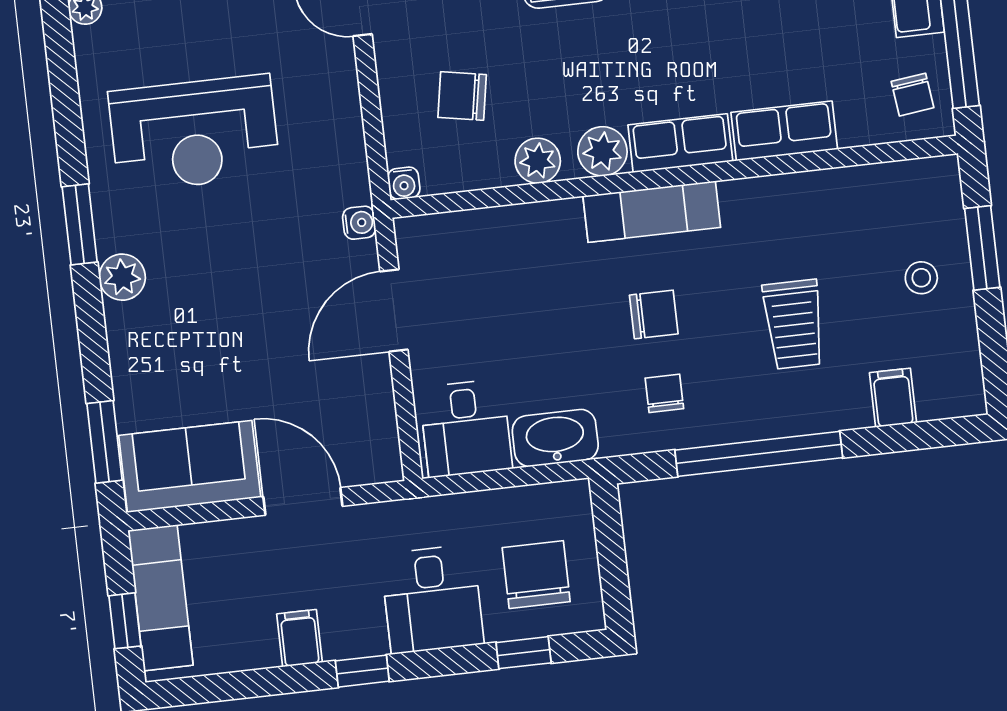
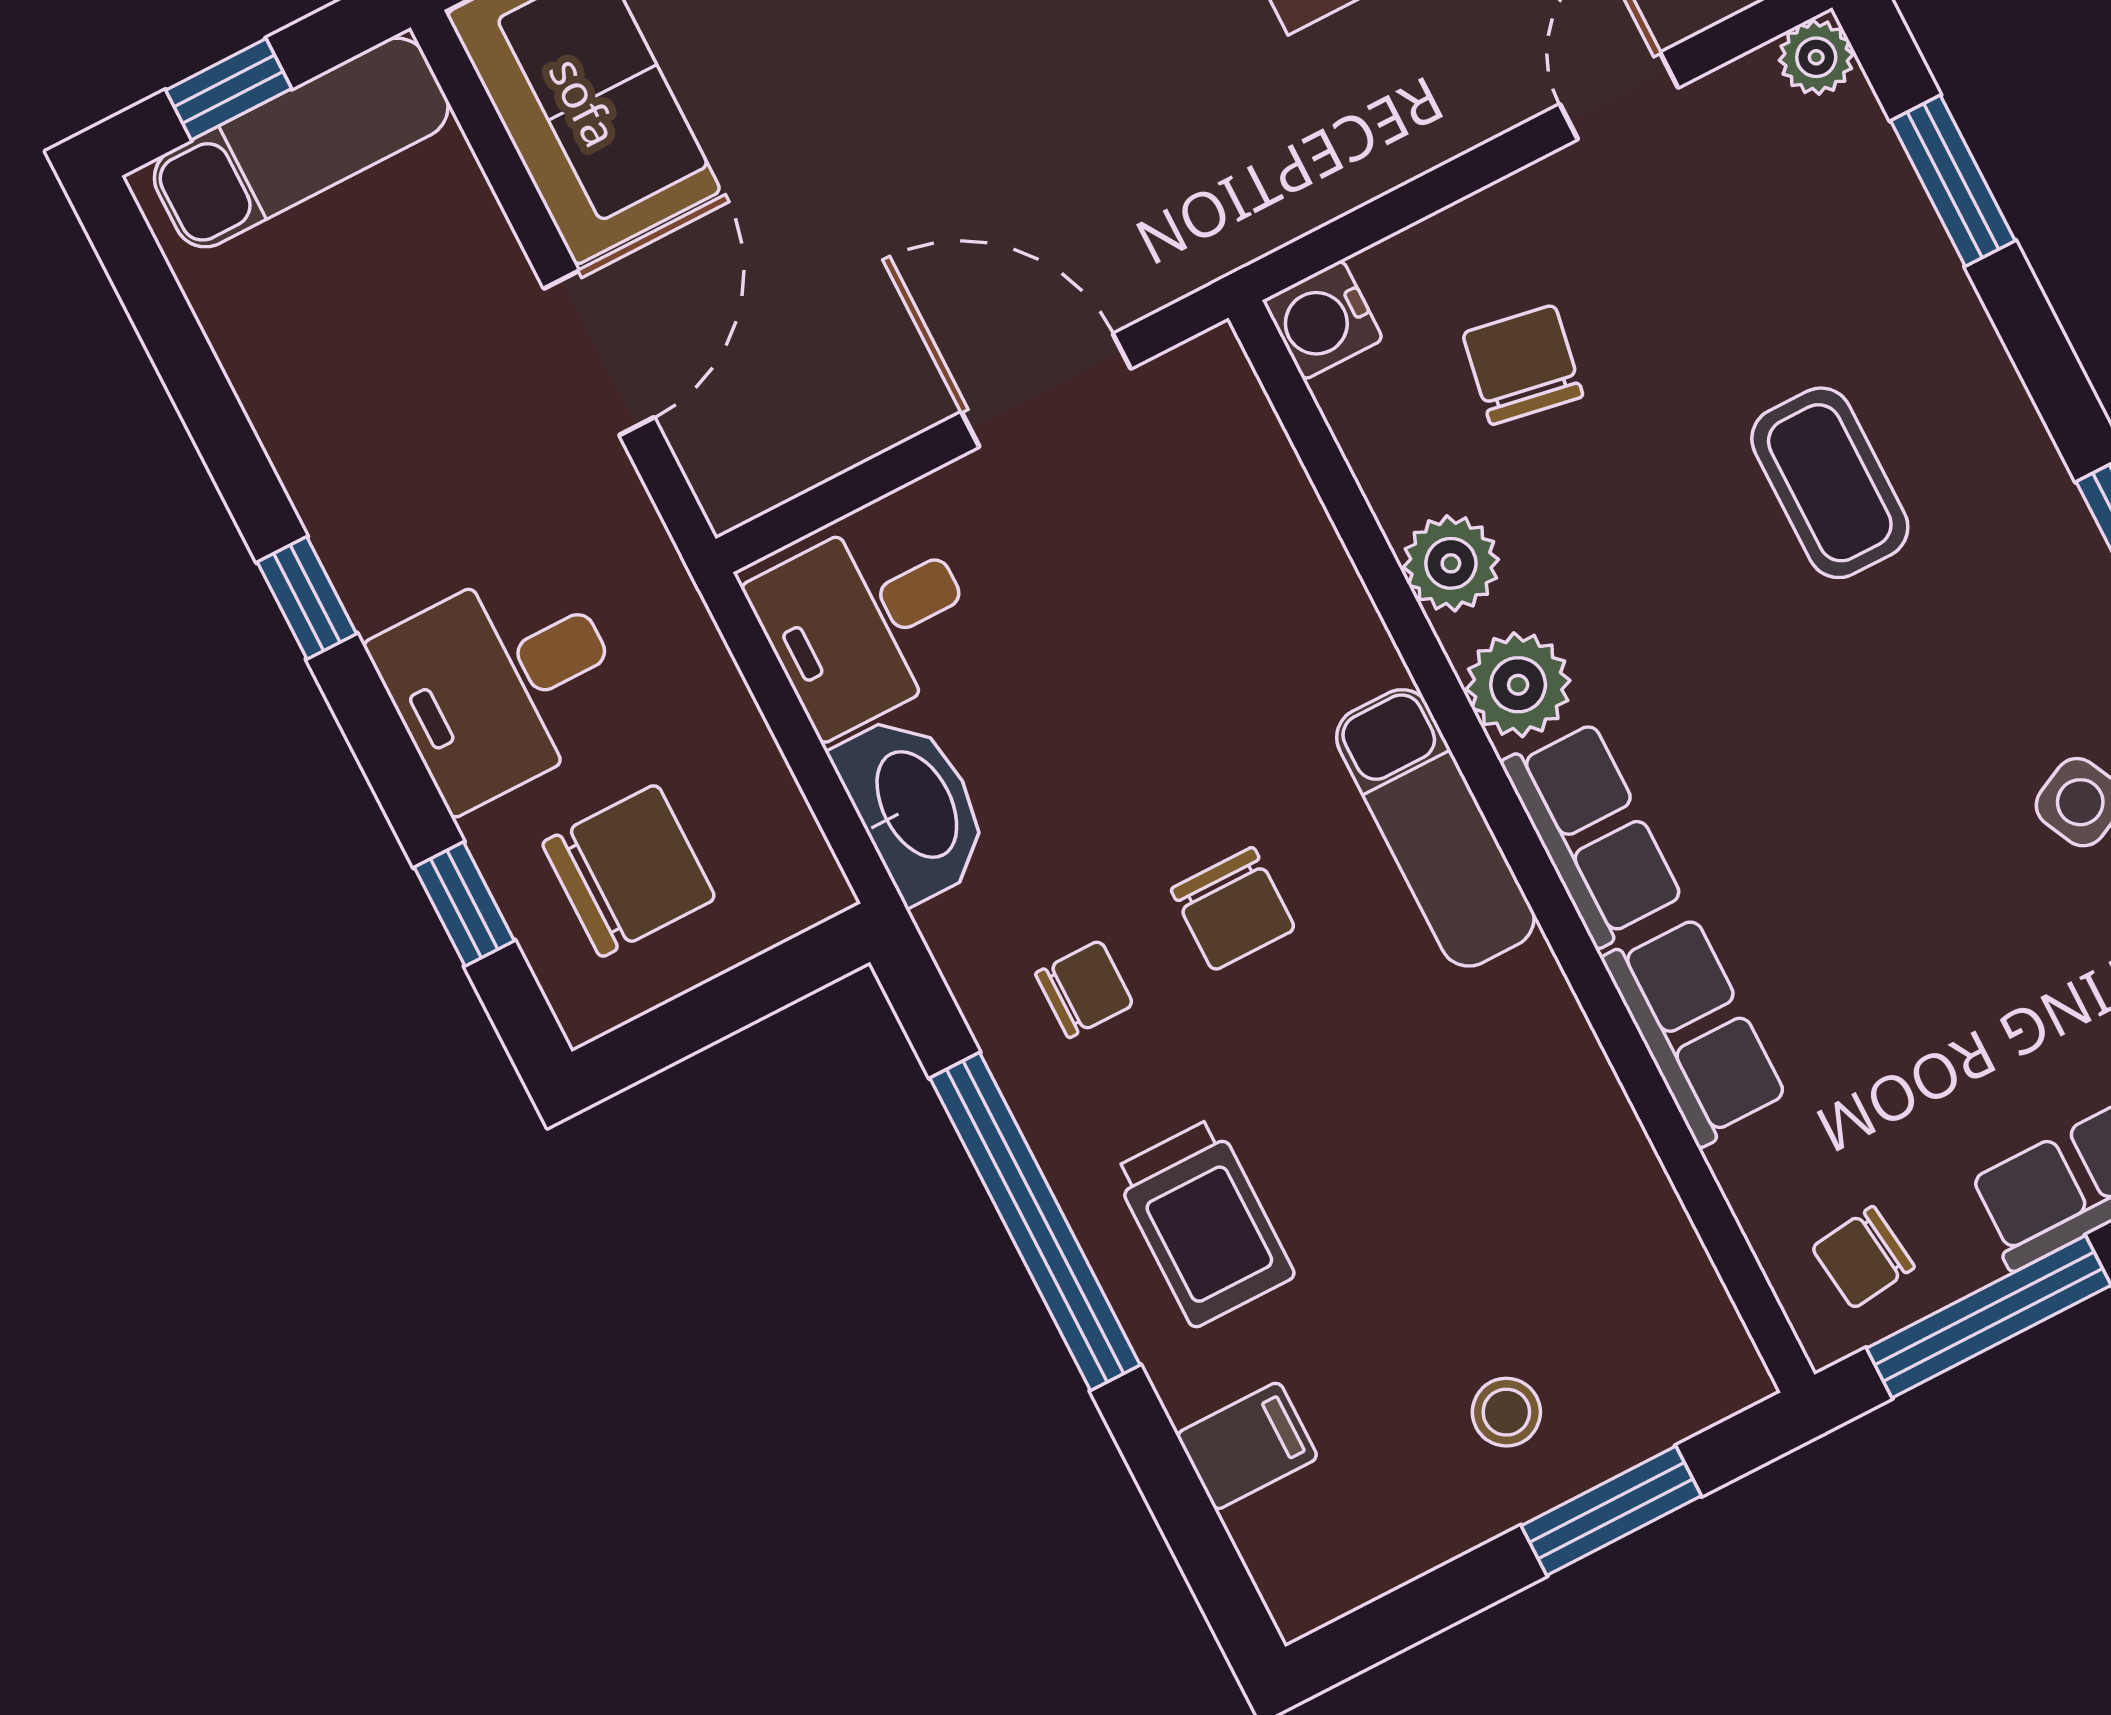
water cooler: (404, 183) -> (1323, 320), width x1.38, depth x1.38
water cooler: (359, 223) -> (1194, 256), removed
trolley: (794, 324) -> (1204, 1223), moved, turned -90
filing cabinet: (300, 638) -> (325, 449), removed

